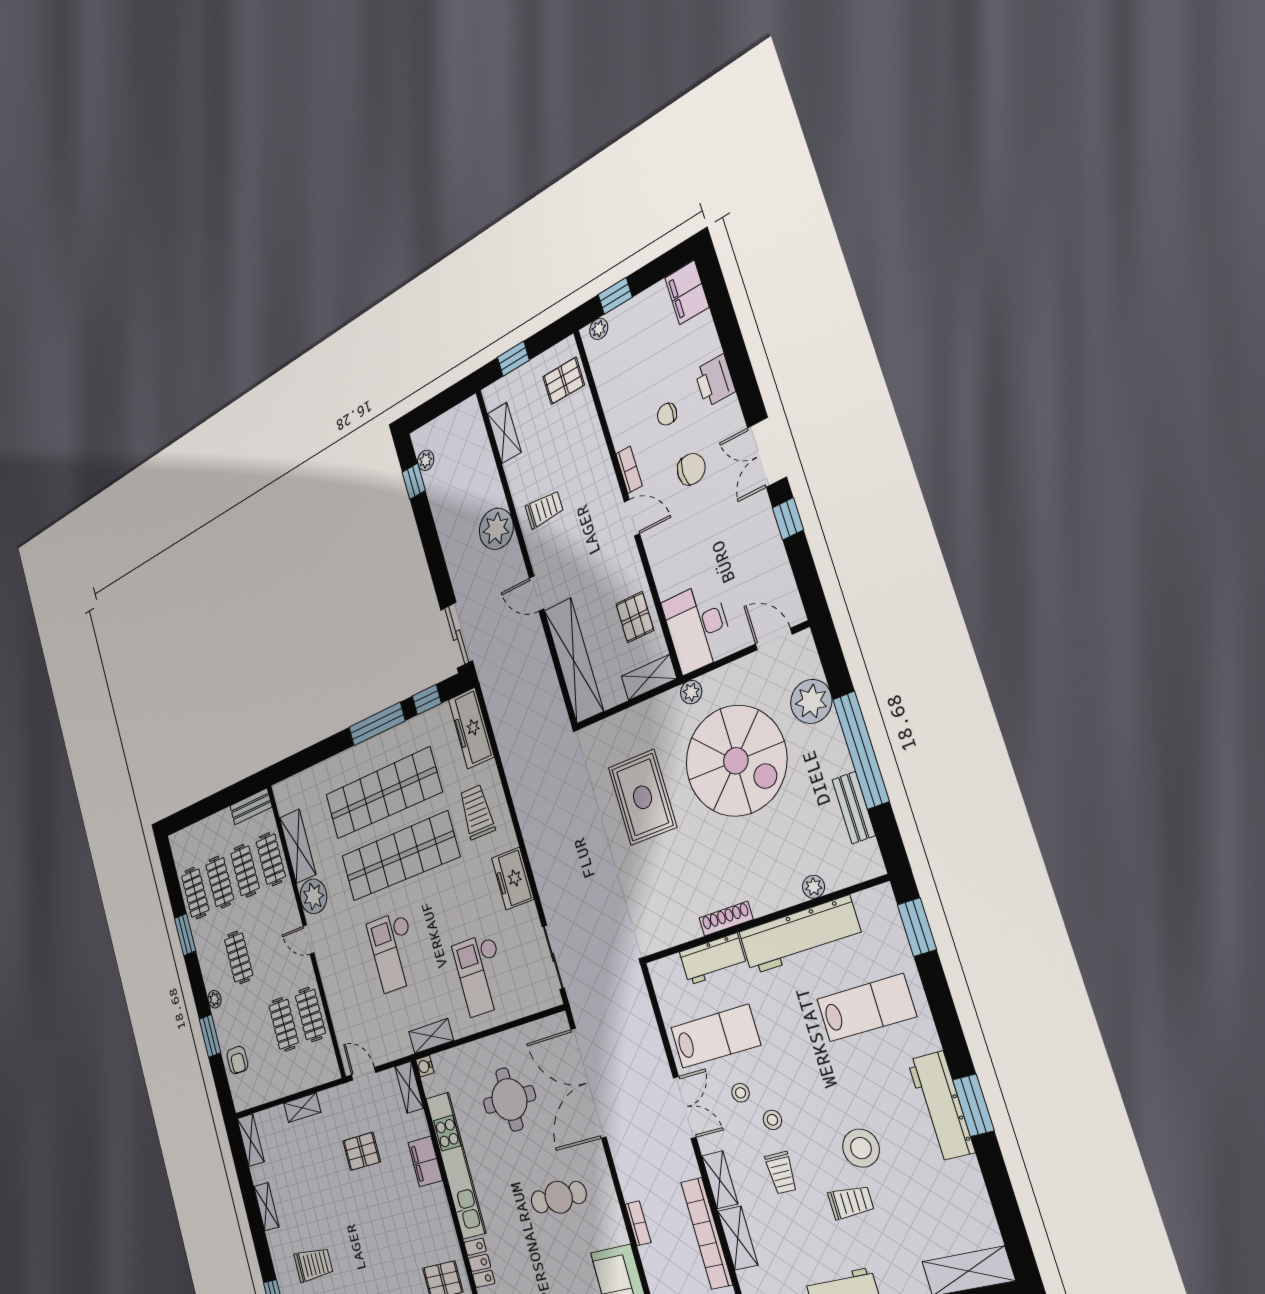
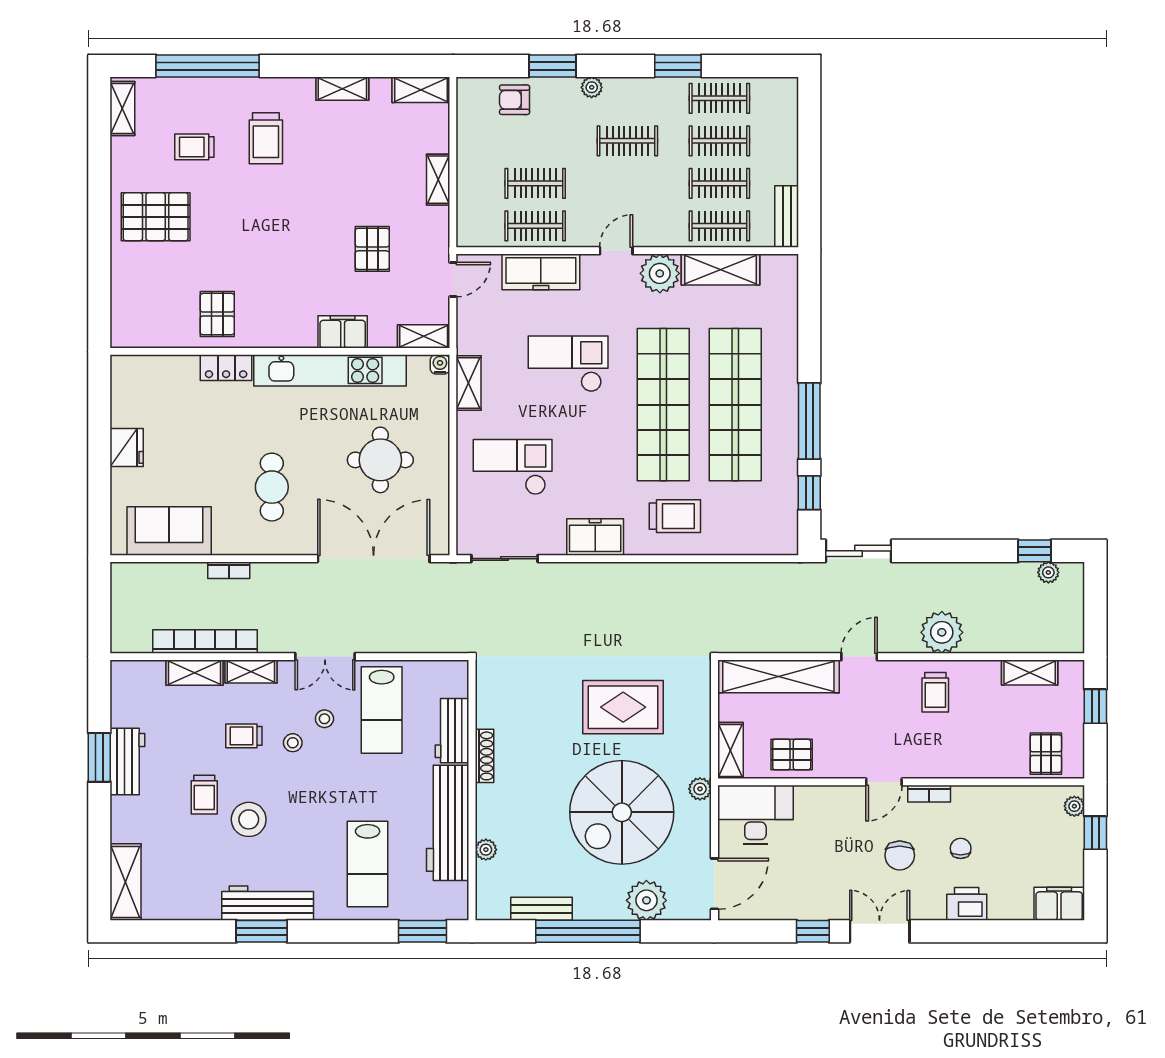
door: (774, 639) -> (714, 884), width x1.37
freezer: (471, 728) -> (541, 272), moved, turned 180

